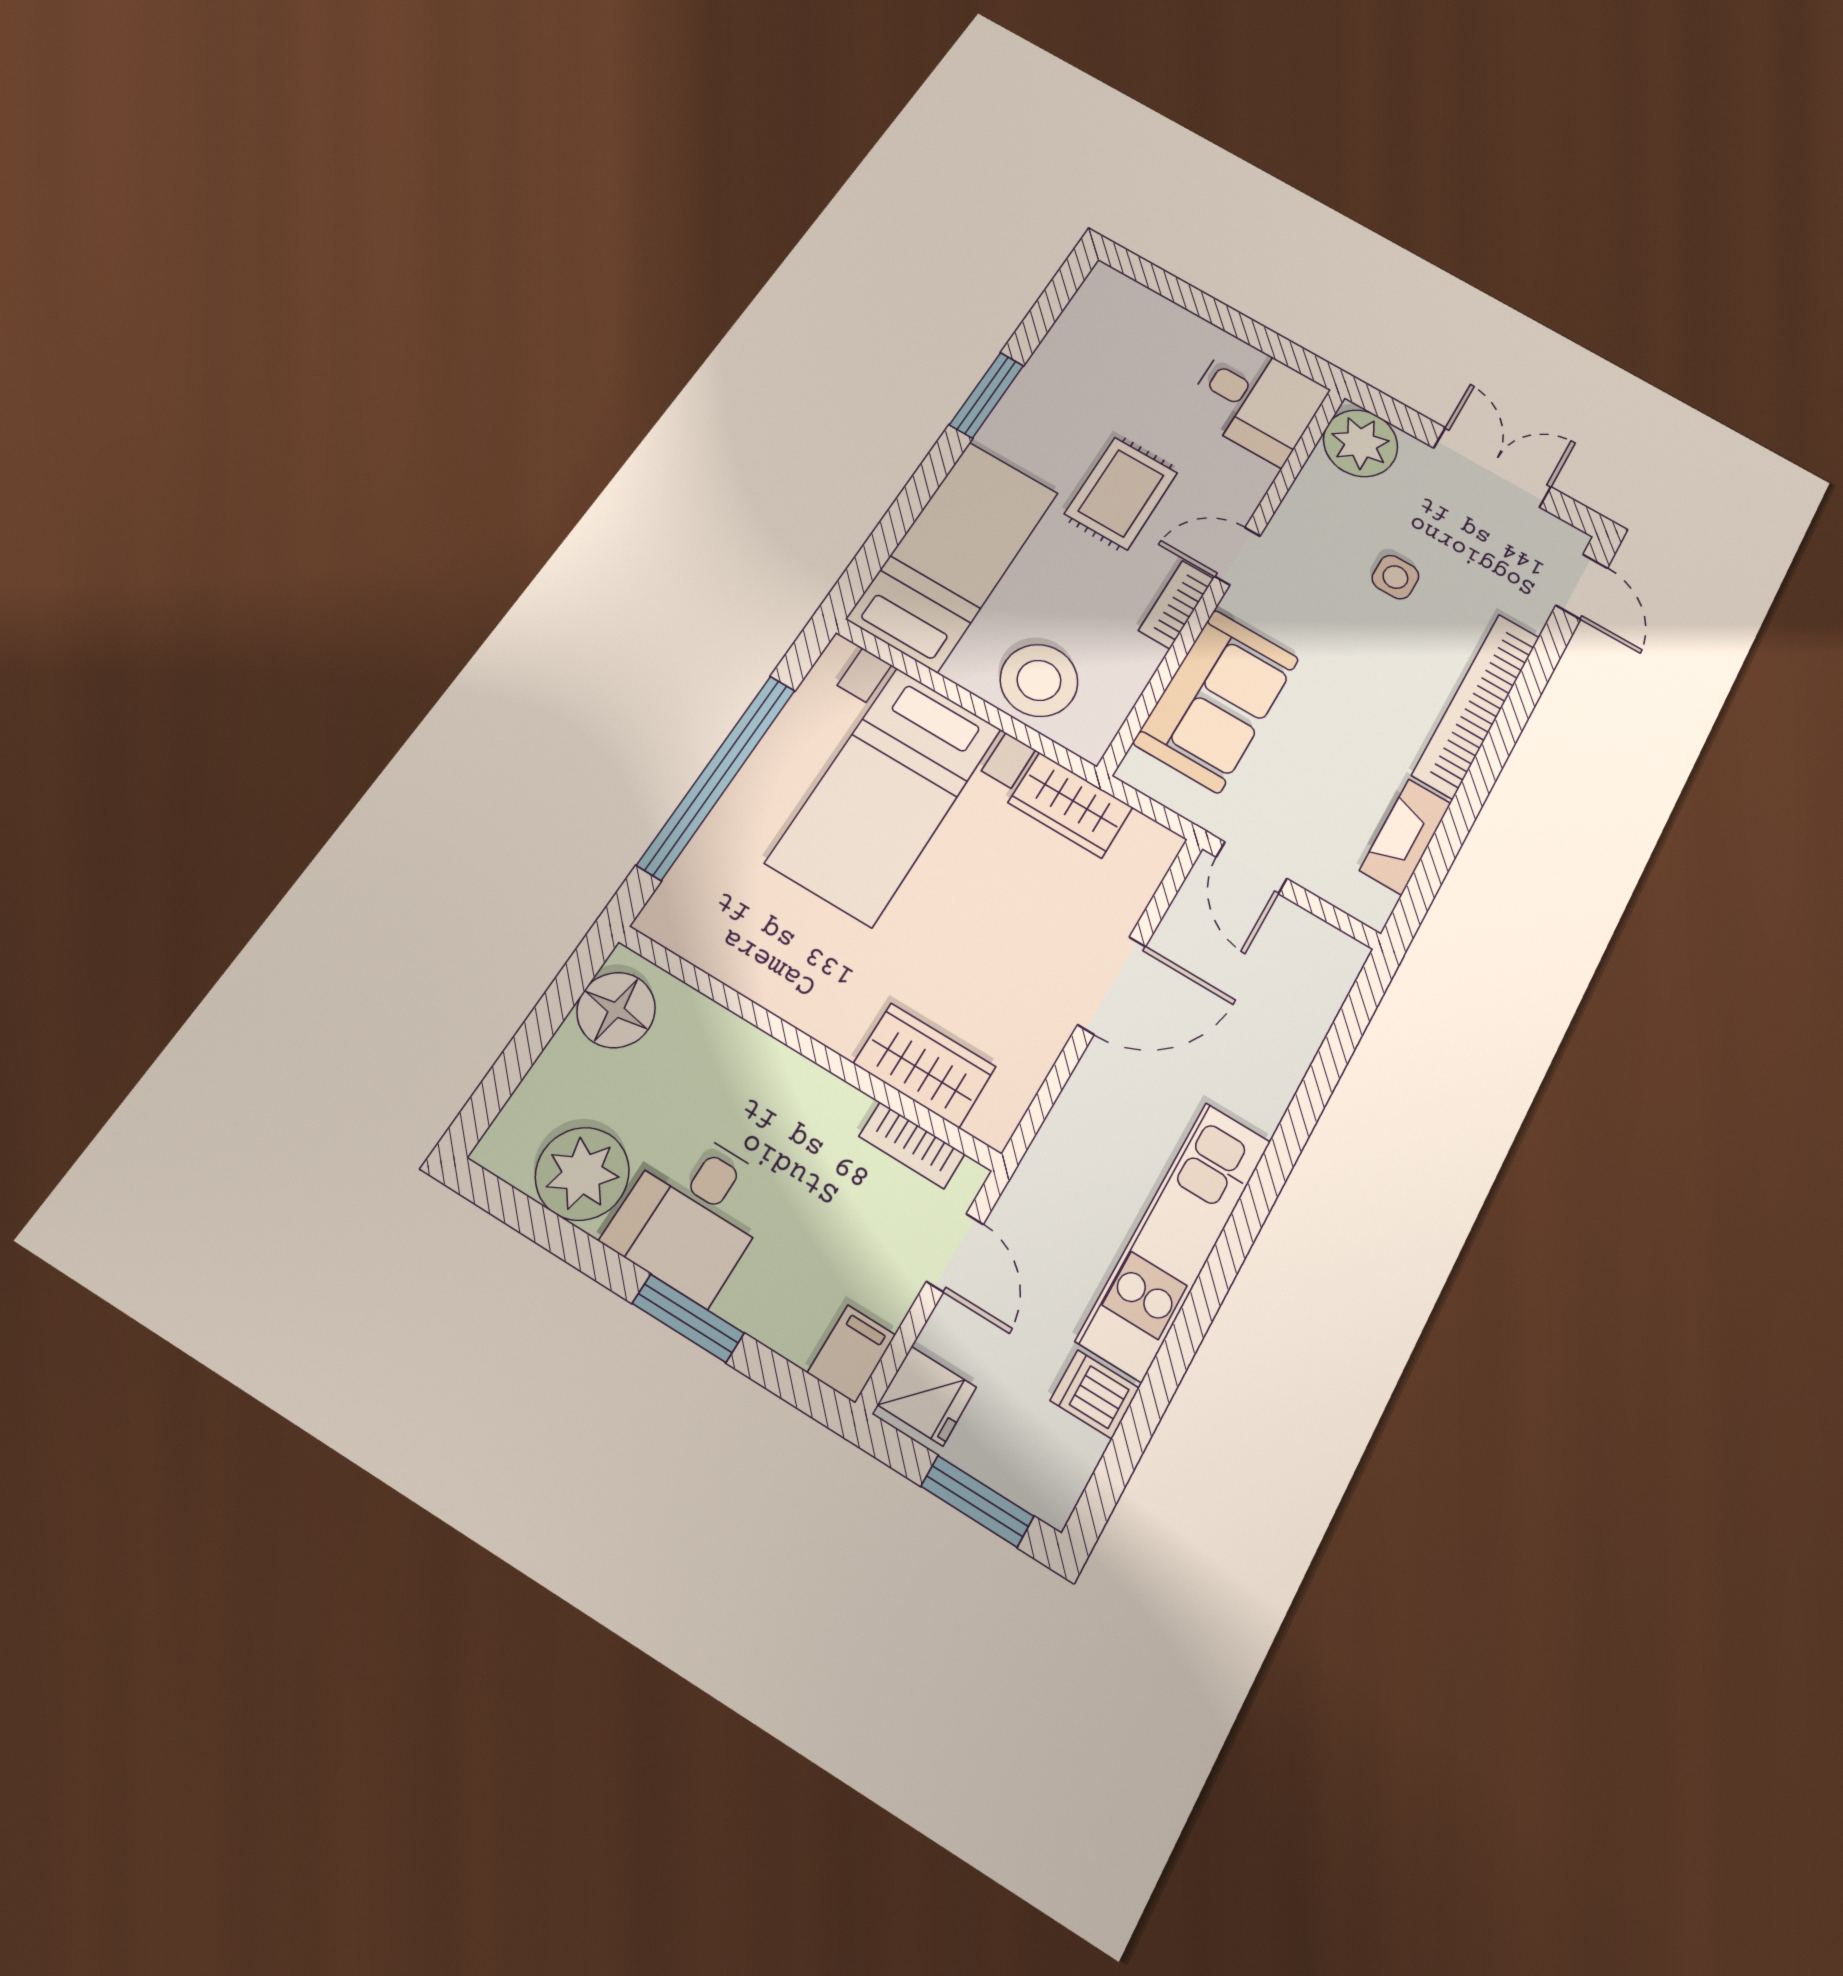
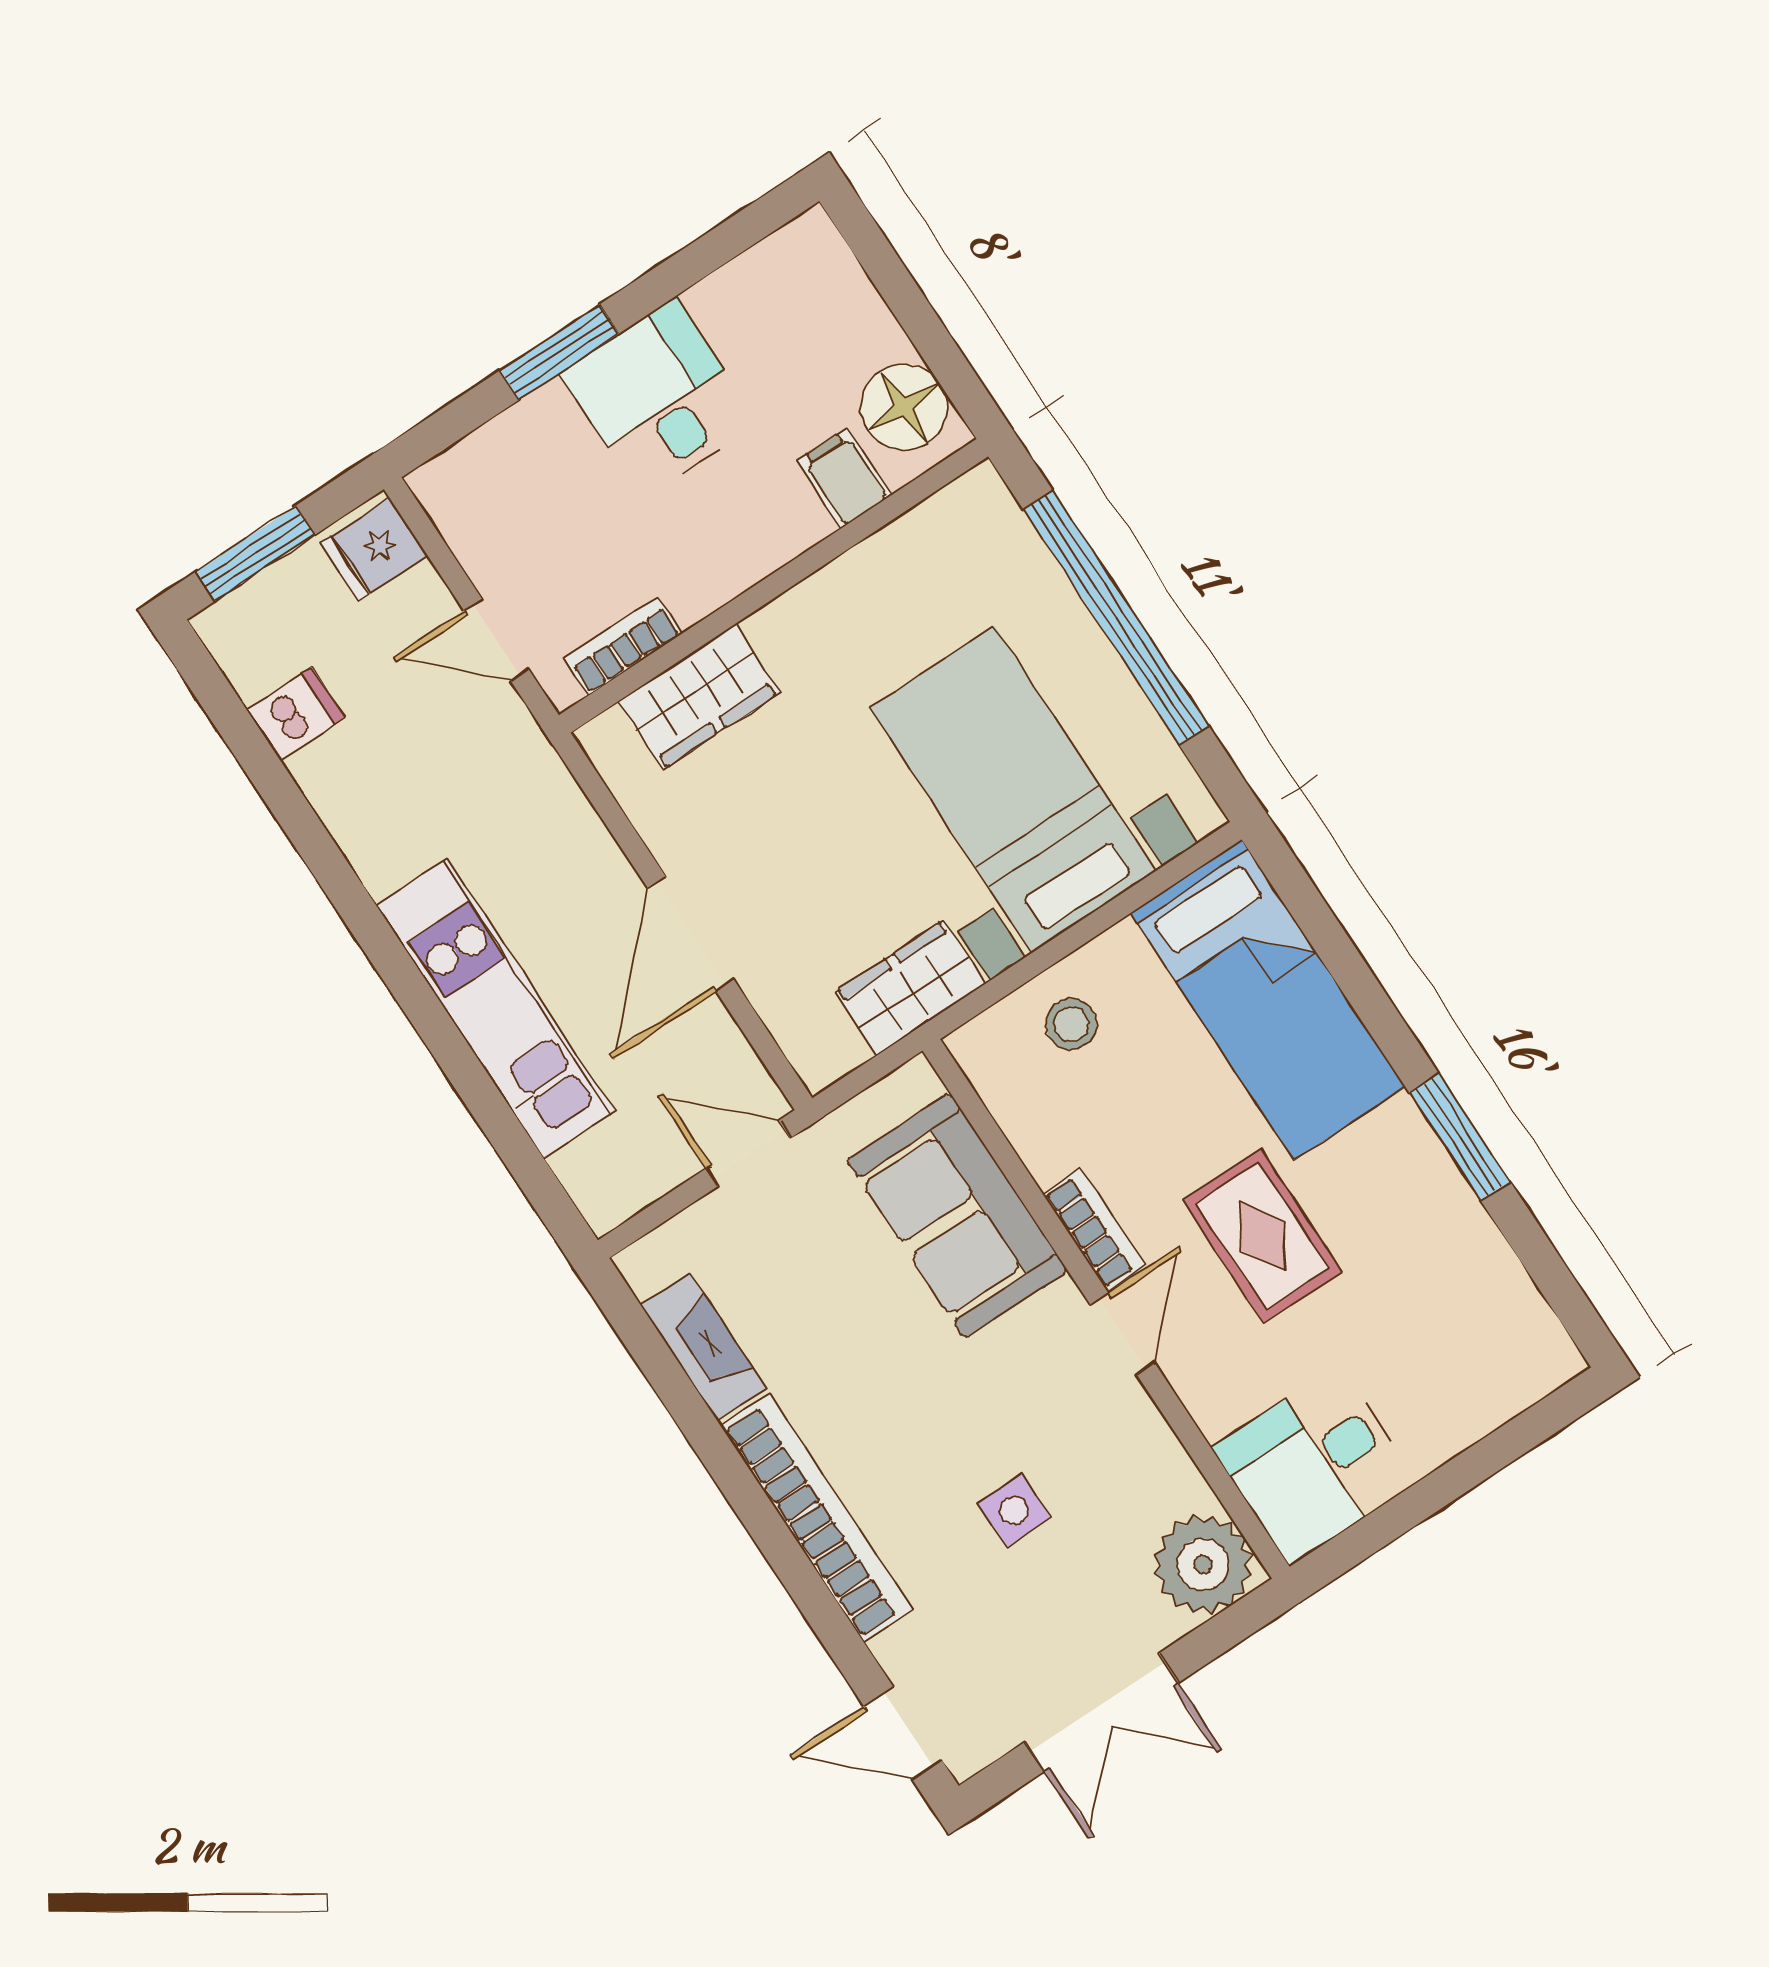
stool: (1039, 680) -> (1071, 1024), width x0.53, depth x0.53
plant: (582, 1174) -> (750, 307), removed
kitchen unit: (1175, 1239) -> (495, 1008), moved
filing cabinet: (852, 1354) -> (844, 478), moved, turned 180

